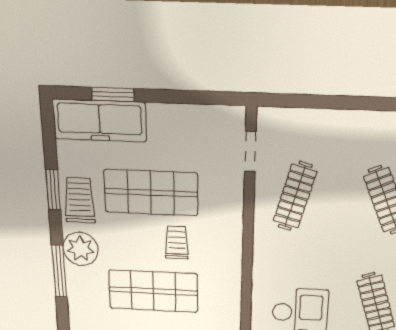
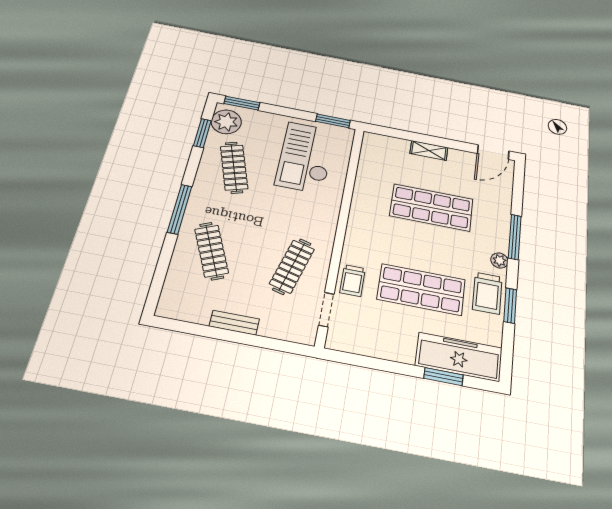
bench: (349, 119) -> (234, 323), added
trolley: (177, 242) -> (353, 281), moved
plant: (80, 249) -> (499, 260), width x0.53, depth x0.53

